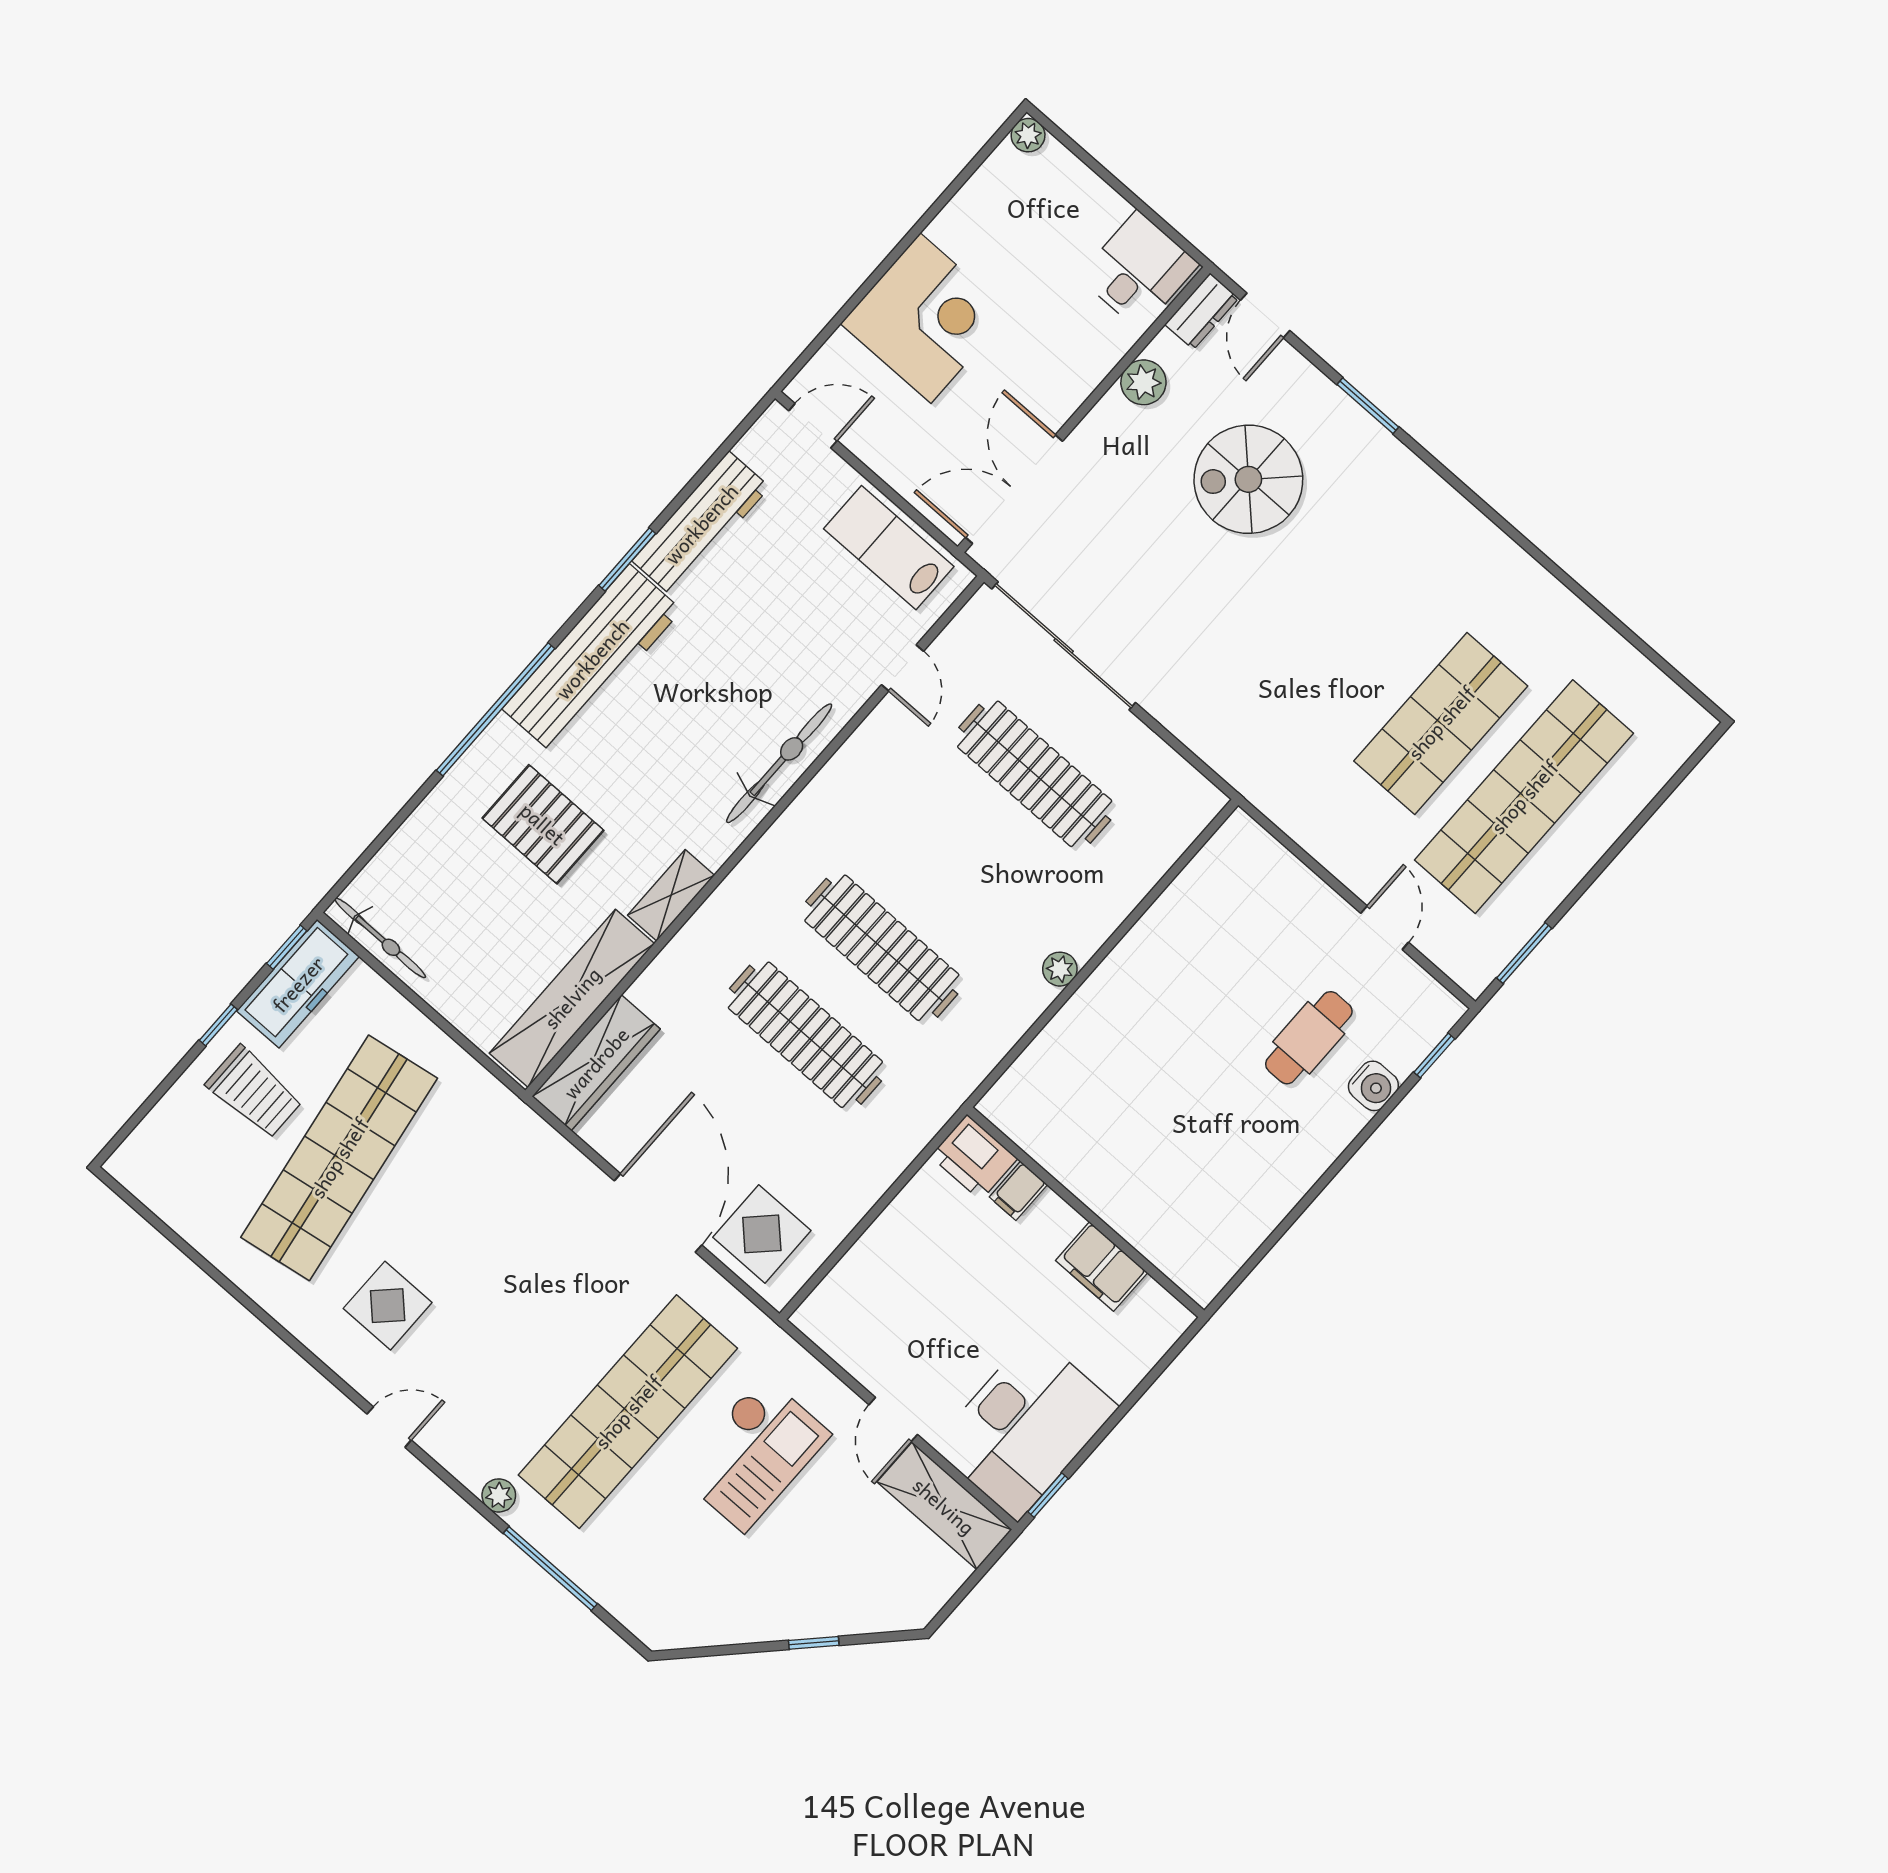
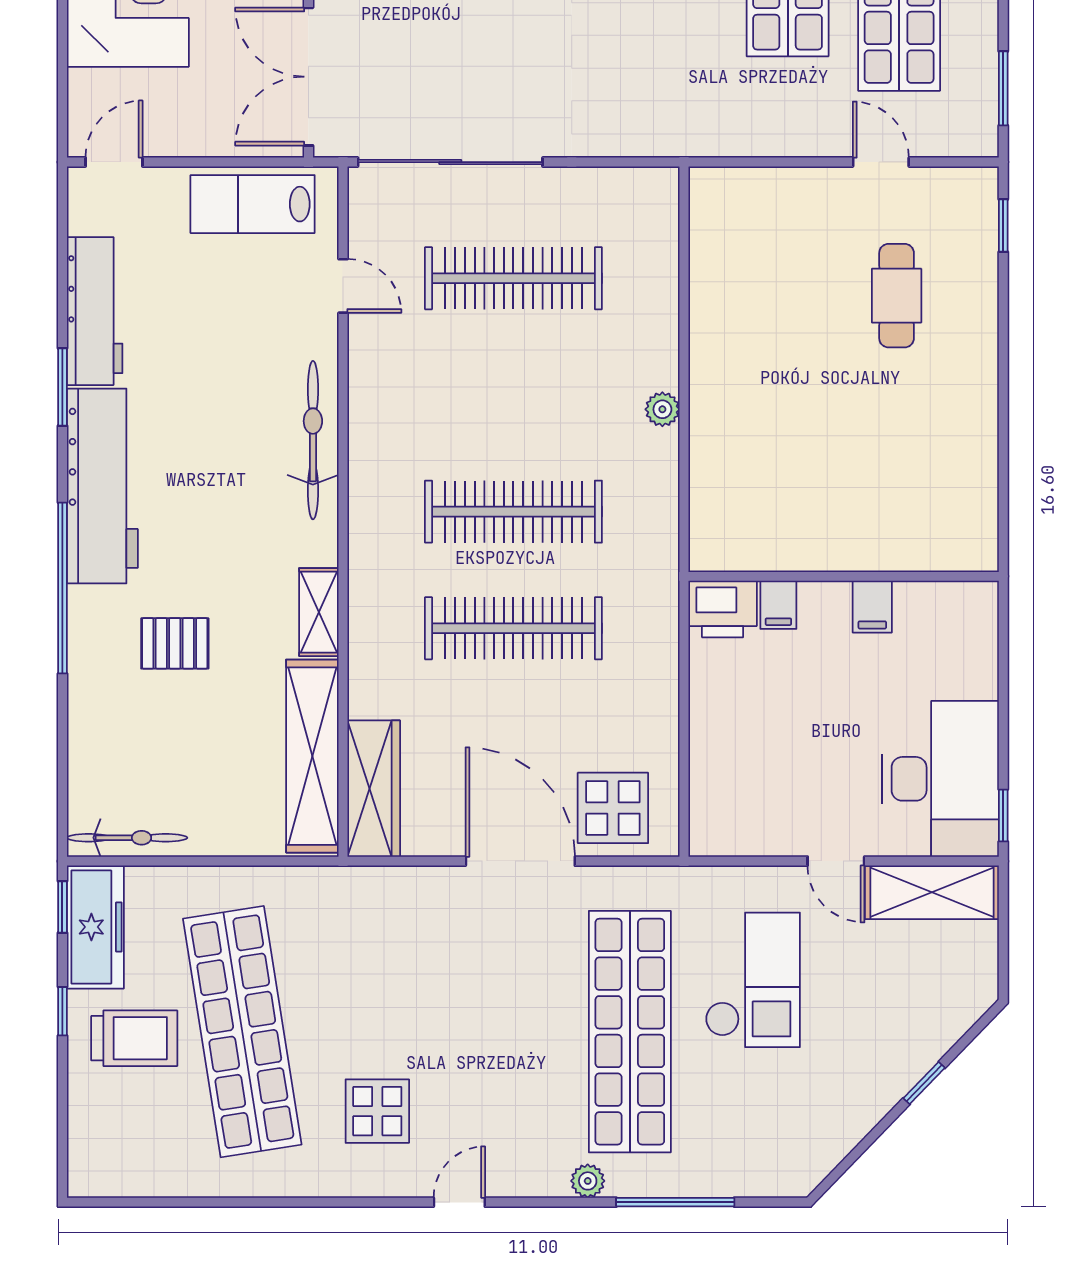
pallet: (543, 824) -> (175, 643), width x0.67, depth x0.71
water cooler: (1373, 1086) -> (977, 289), removed
filing cabinet: (1102, 1266) -> (872, 607), width x0.50

